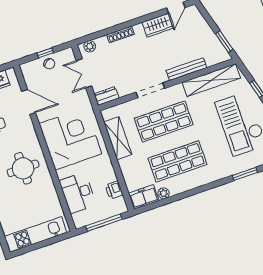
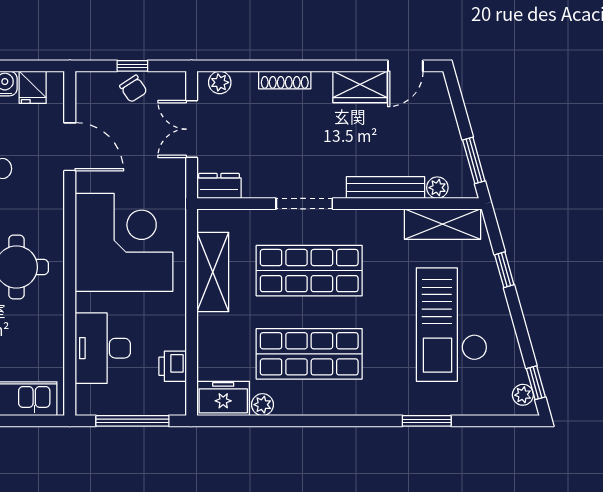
plant: (211, 61) -> (437, 188), added
shelving: (211, 80) -> (443, 224), width x0.68

